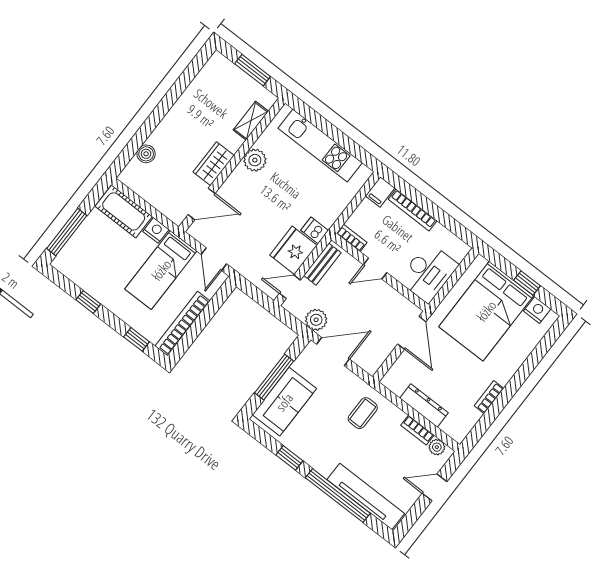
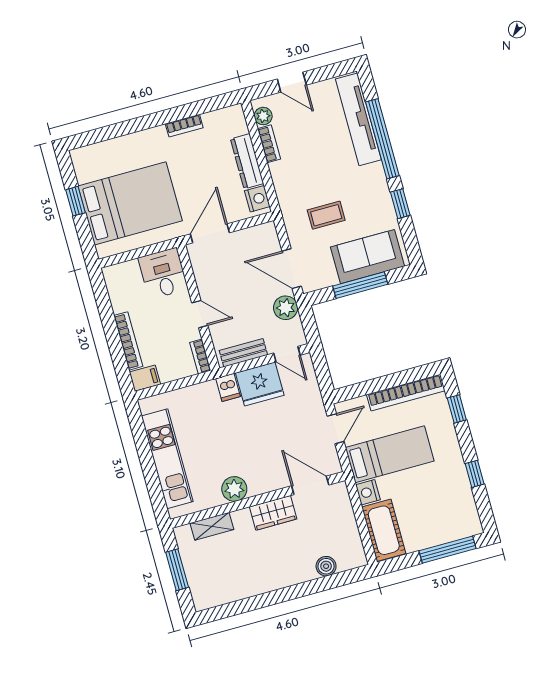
desk: (428, 273) -> (163, 273), width x0.73
nightstand: (537, 310) -> (257, 199), moved, turned 180
coffee table: (363, 413) -> (326, 215), moved

